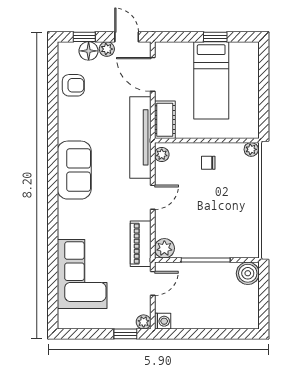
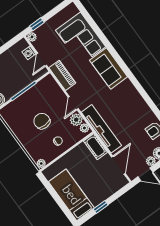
door: (153, 74) -> (118, 165), hinge flipped
bed: (211, 80) -> (71, 195), moved
sofa: (74, 170) -> (109, 69), moved
chair: (210, 204) -> (42, 121), added
plant: (164, 248) -> (76, 120), moved
washing machine: (163, 321) -> (29, 53), moved

